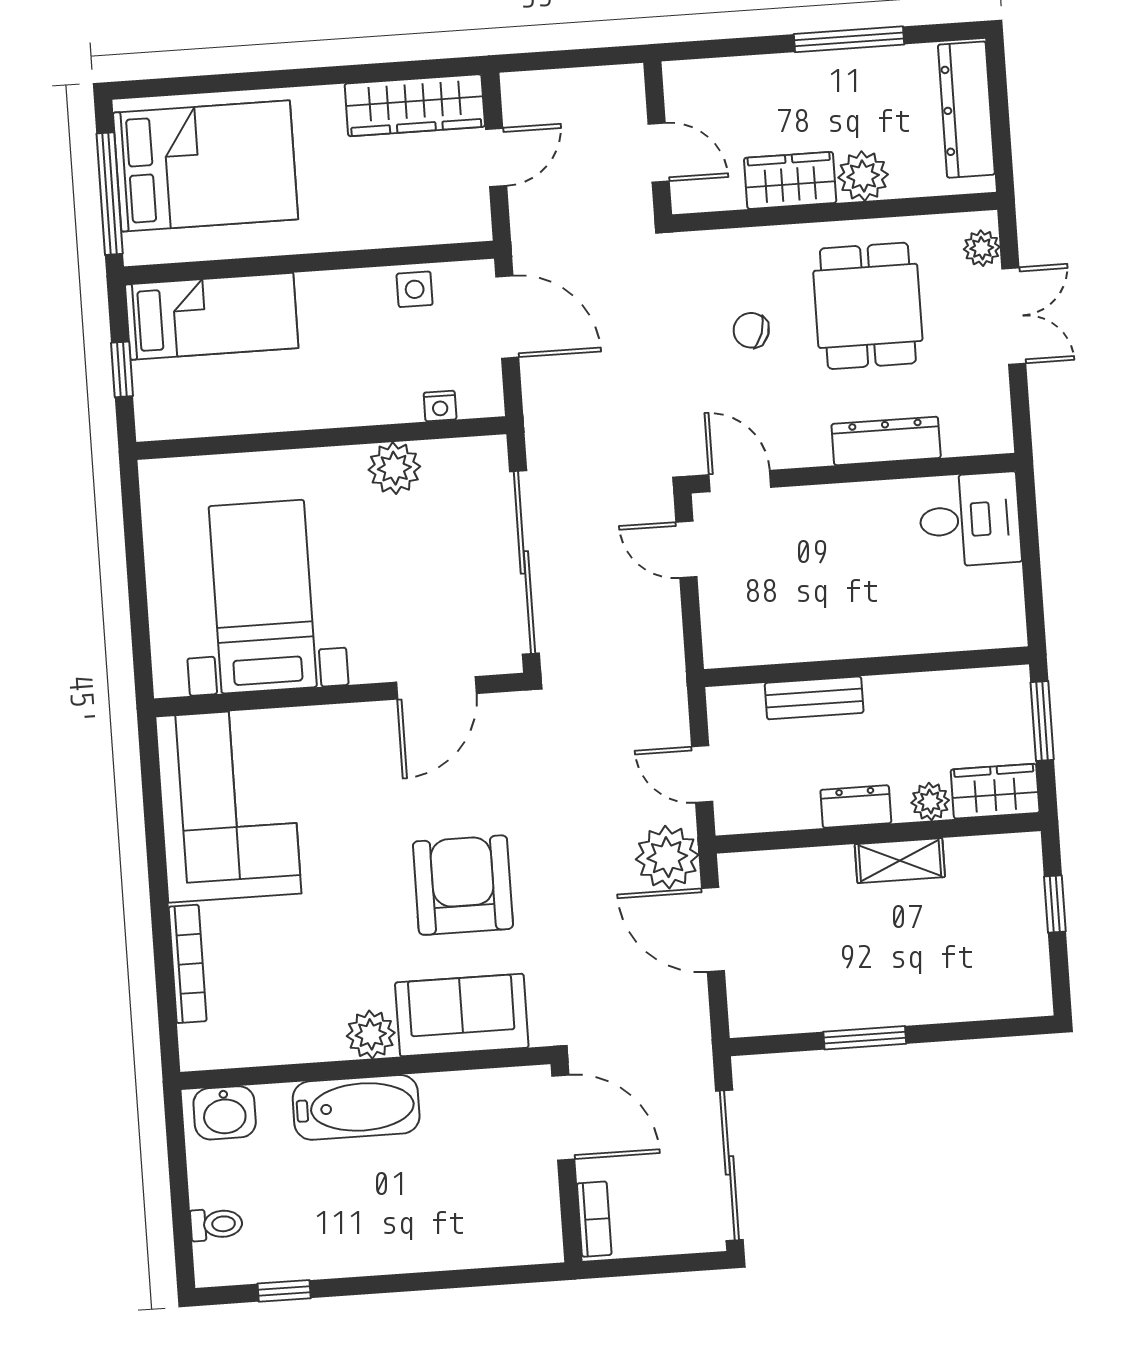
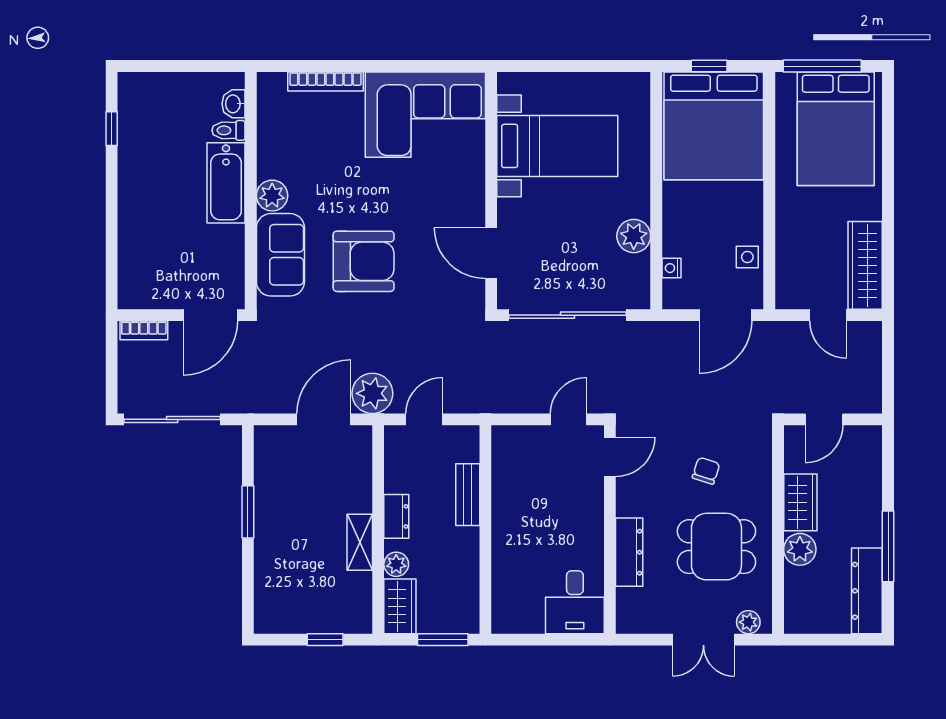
dresser: (966, 110) -> (867, 591), moved, turned -90
bed: (212, 316) -> (714, 126), width x2.04
washbasin: (225, 1113) -> (234, 104), width x0.72, depth x0.69
toilet: (216, 1224) -> (229, 130), moved, turned 90

